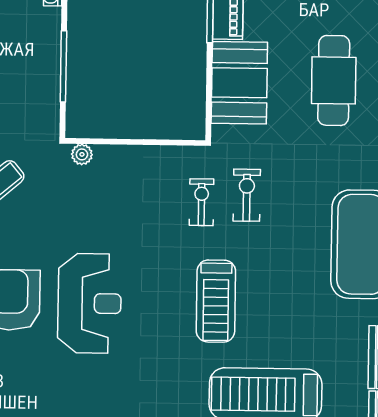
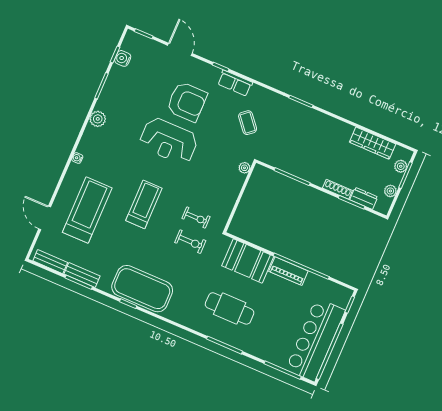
treadmill: (216, 301) -> (144, 204), turned 90

